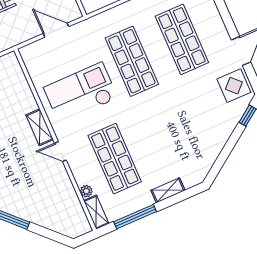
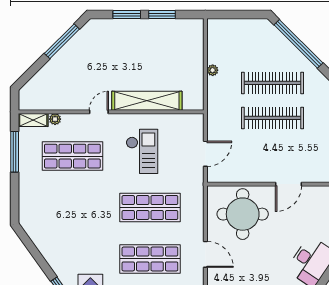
checkout: (81, 93) -> (142, 151), width x0.73, depth x0.83
shelving: (40, 127) -> (147, 101), width x2.20, depth x1.33
shelving: (168, 190) -> (25, 190), removed

